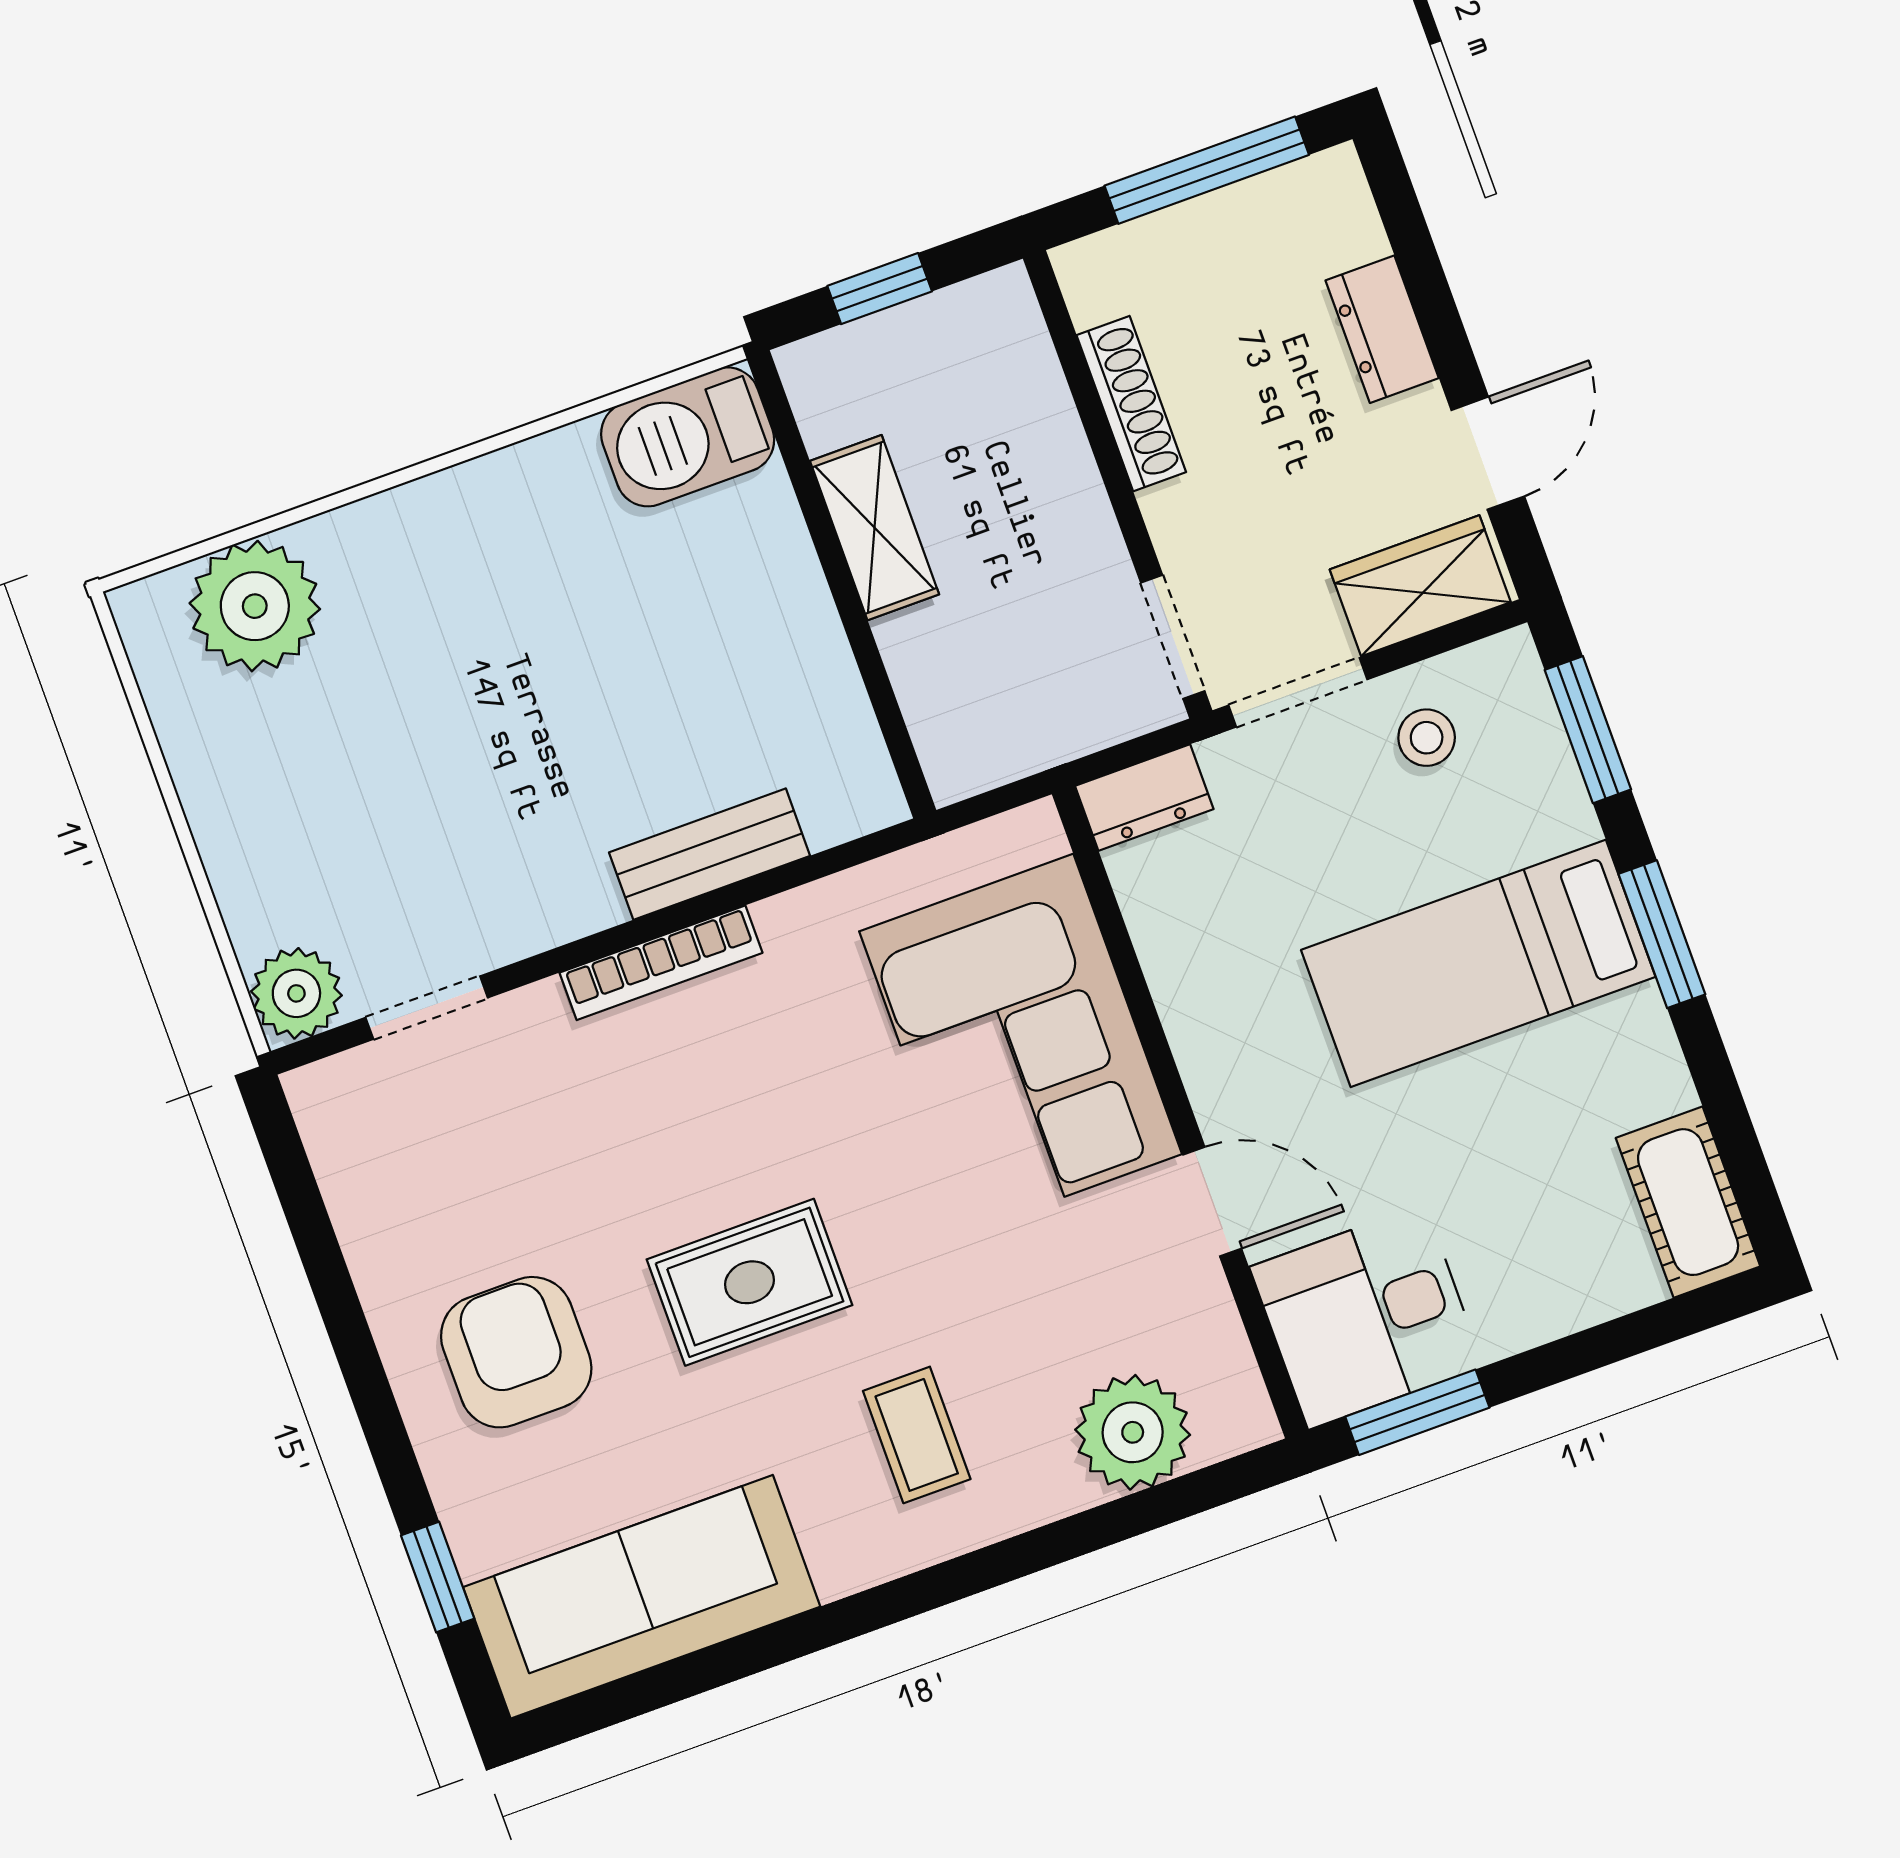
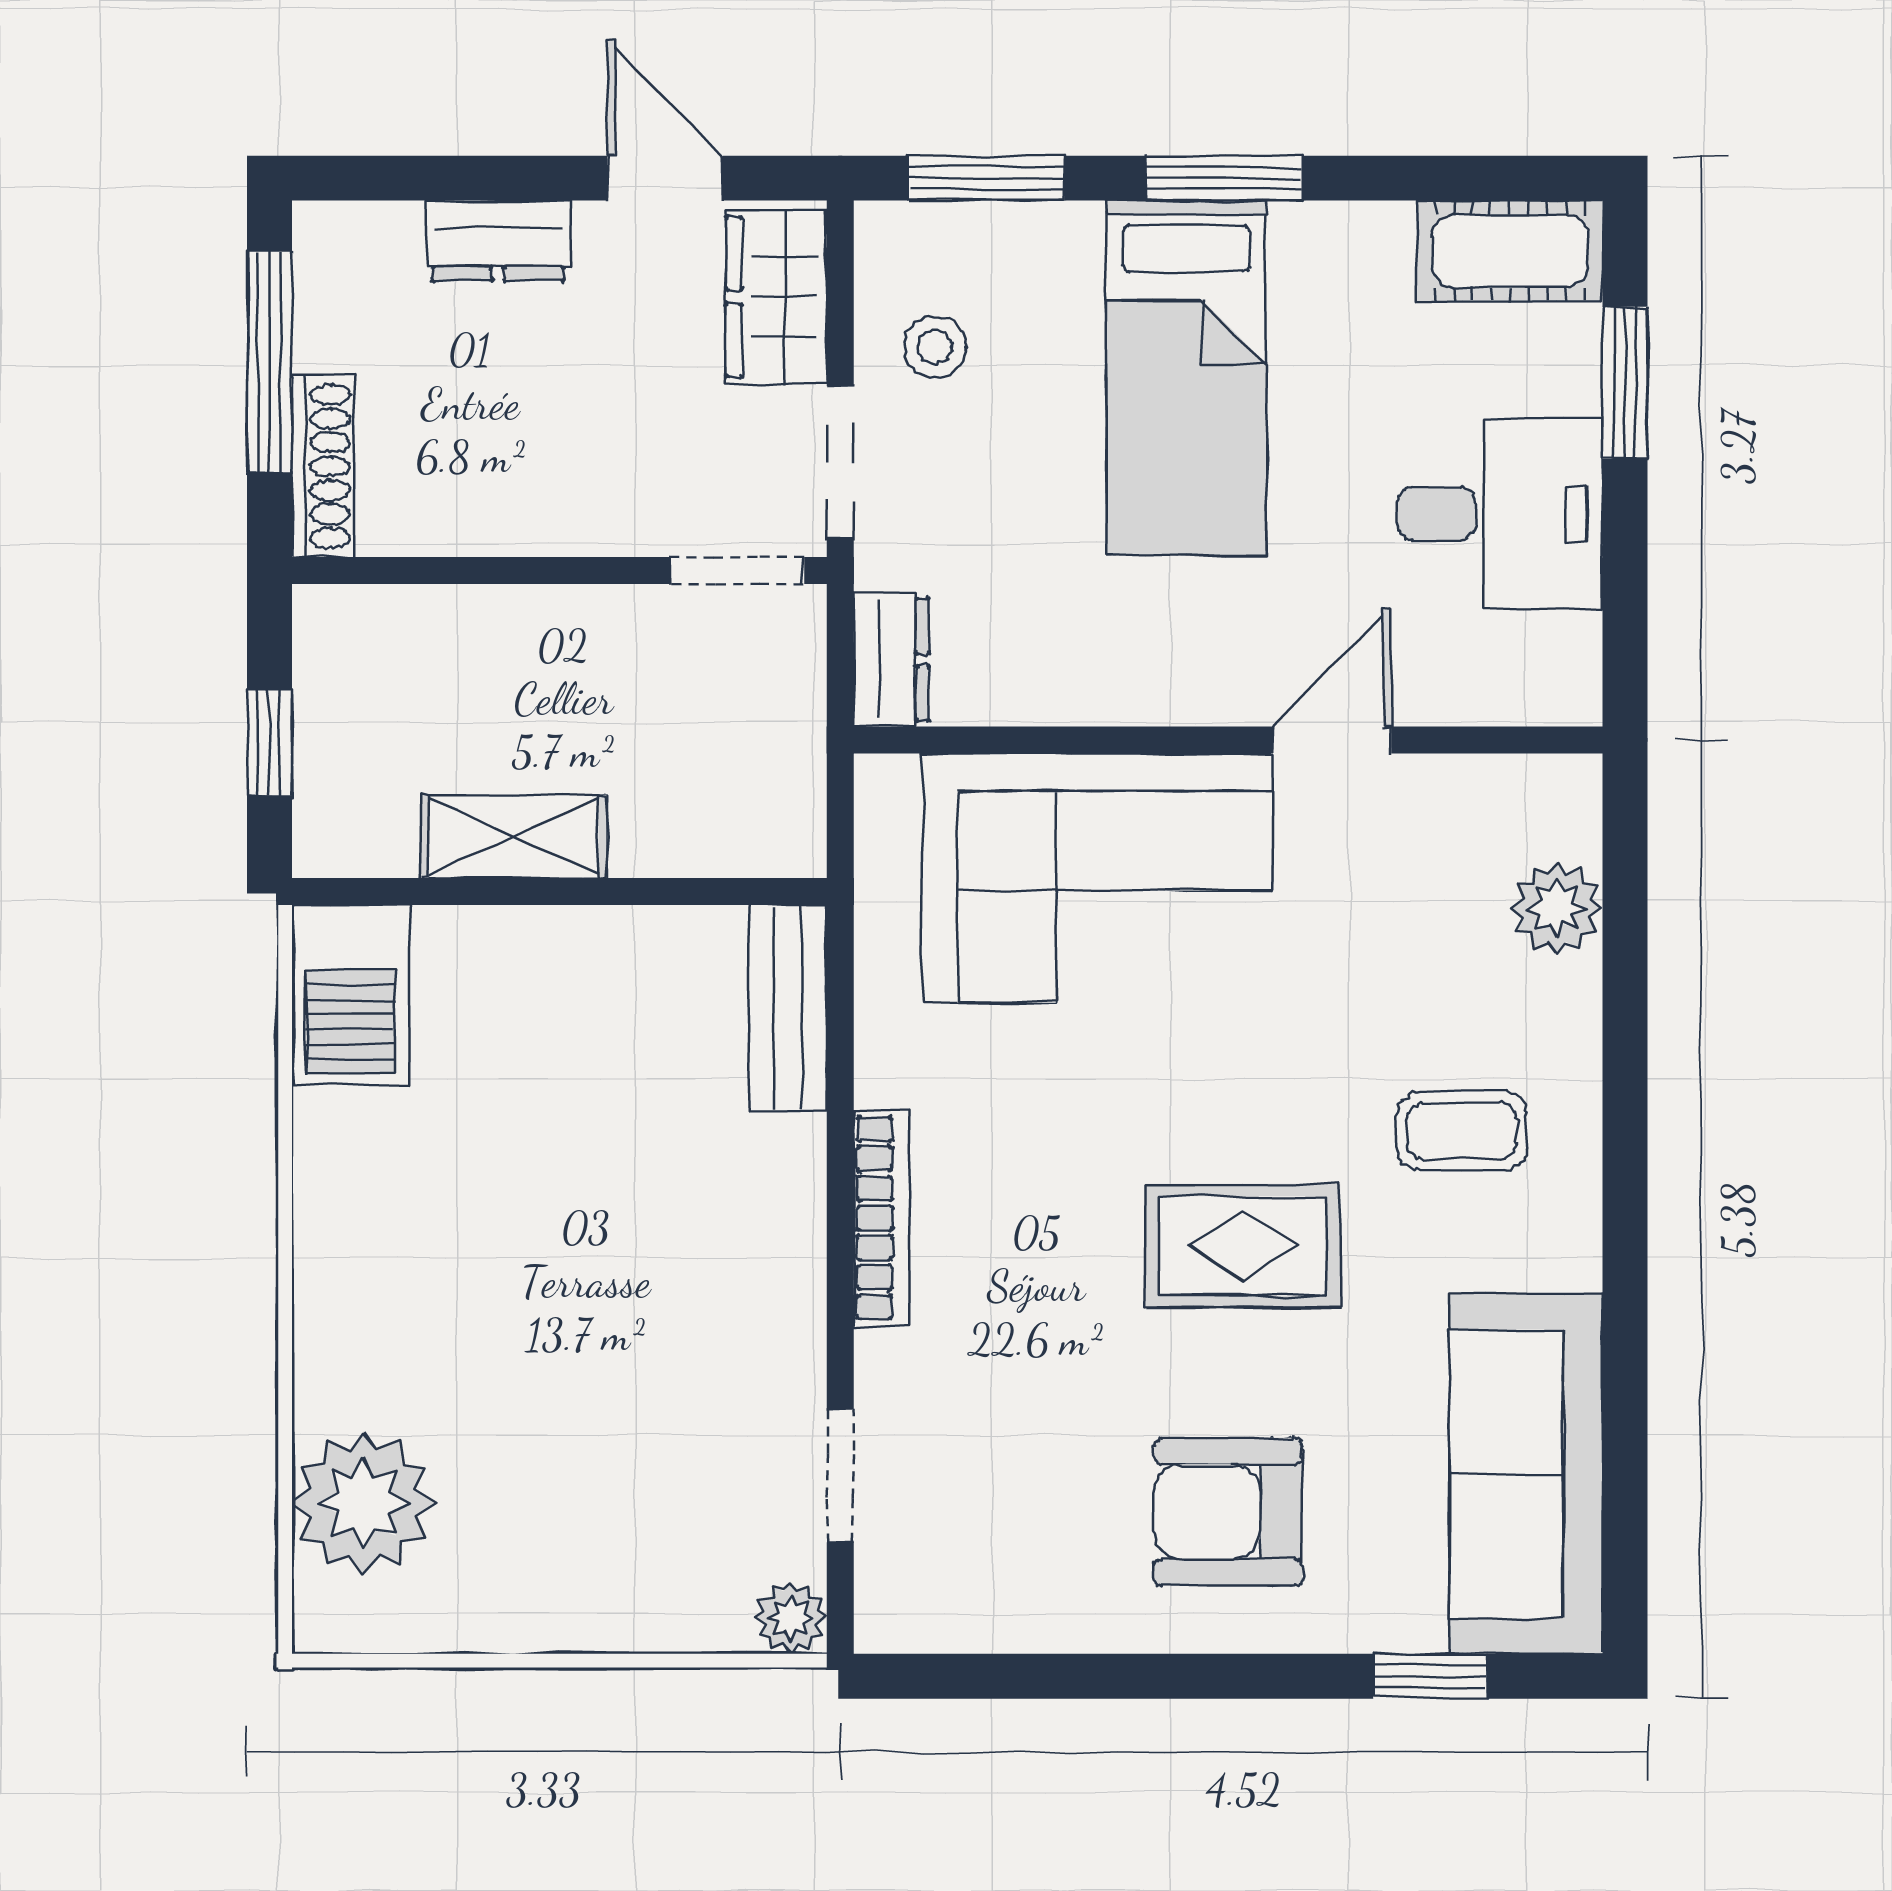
shoe rack: (1131, 404) -> (323, 466), moved, turned 90
bench: (710, 854) -> (788, 1008), moved
plant: (296, 993) -> (791, 1618), width x0.73, depth x0.73
rug: (750, 1282) -> (1243, 1246), turned 90
desk: (1367, 1317) -> (1500, 514), moved, turned -90
window: (1417, 1412) -> (1625, 383), moved
plant: (1133, 1432) -> (1557, 908), width x0.73, depth x0.73

